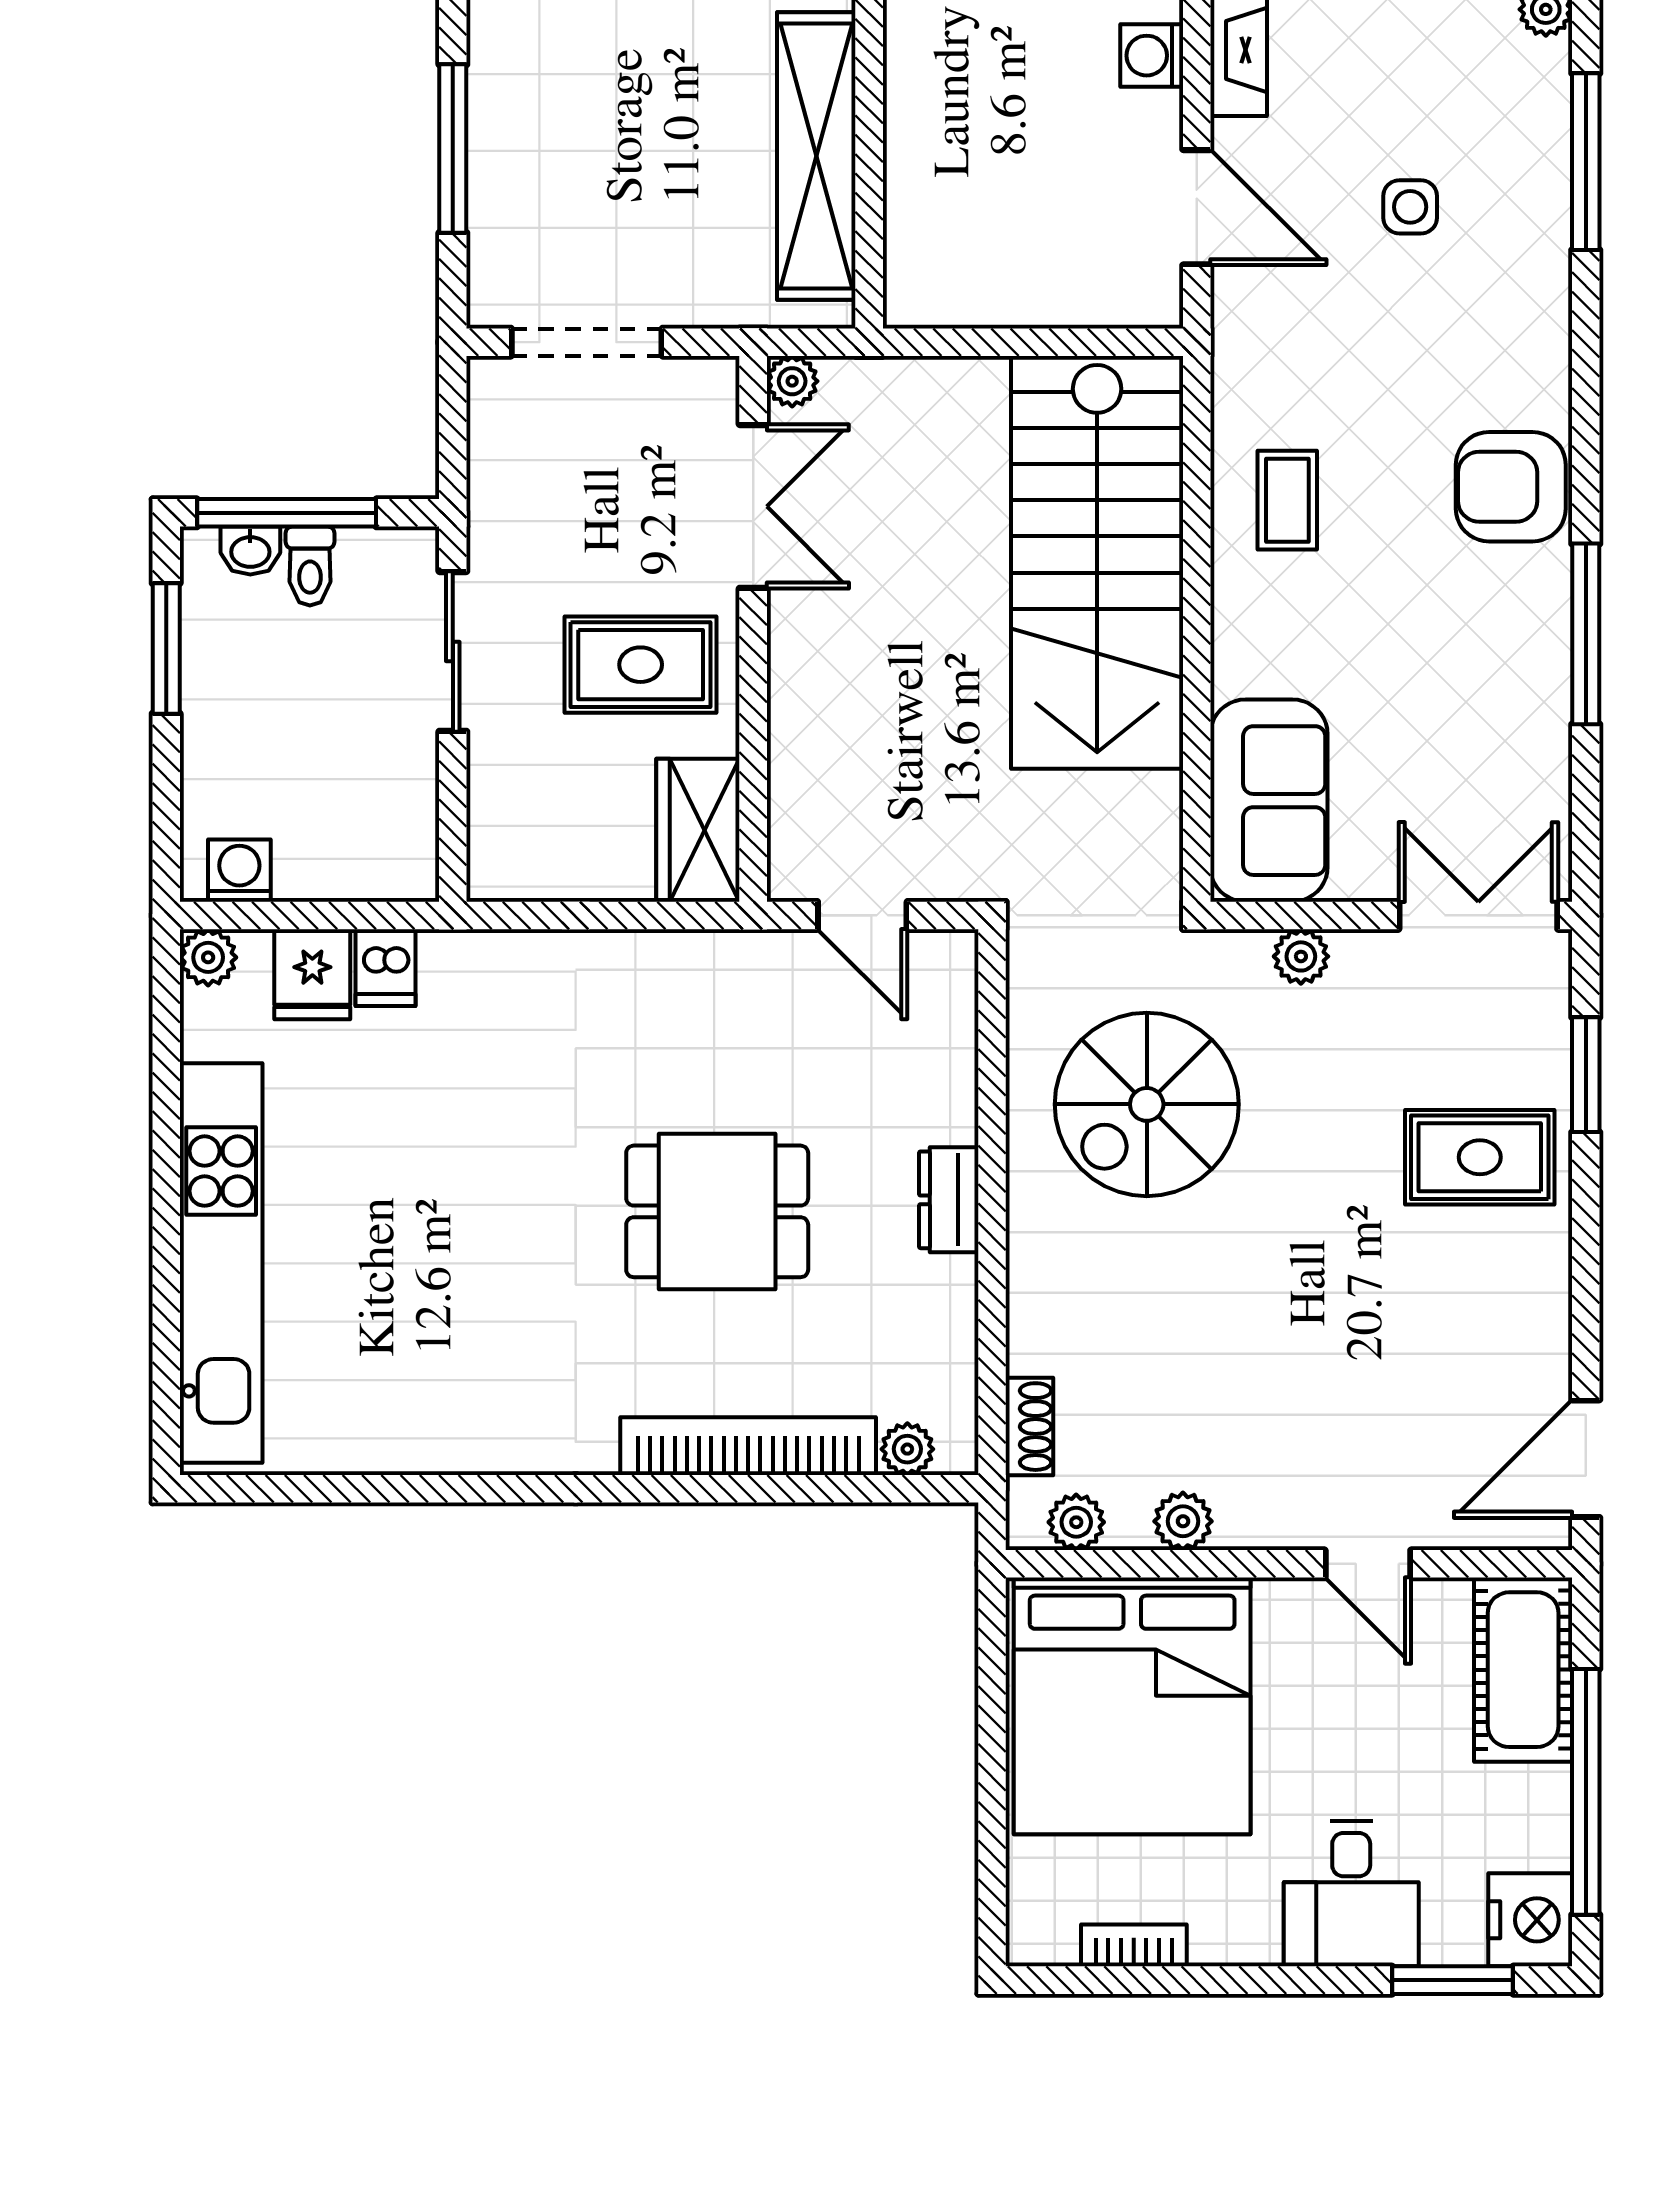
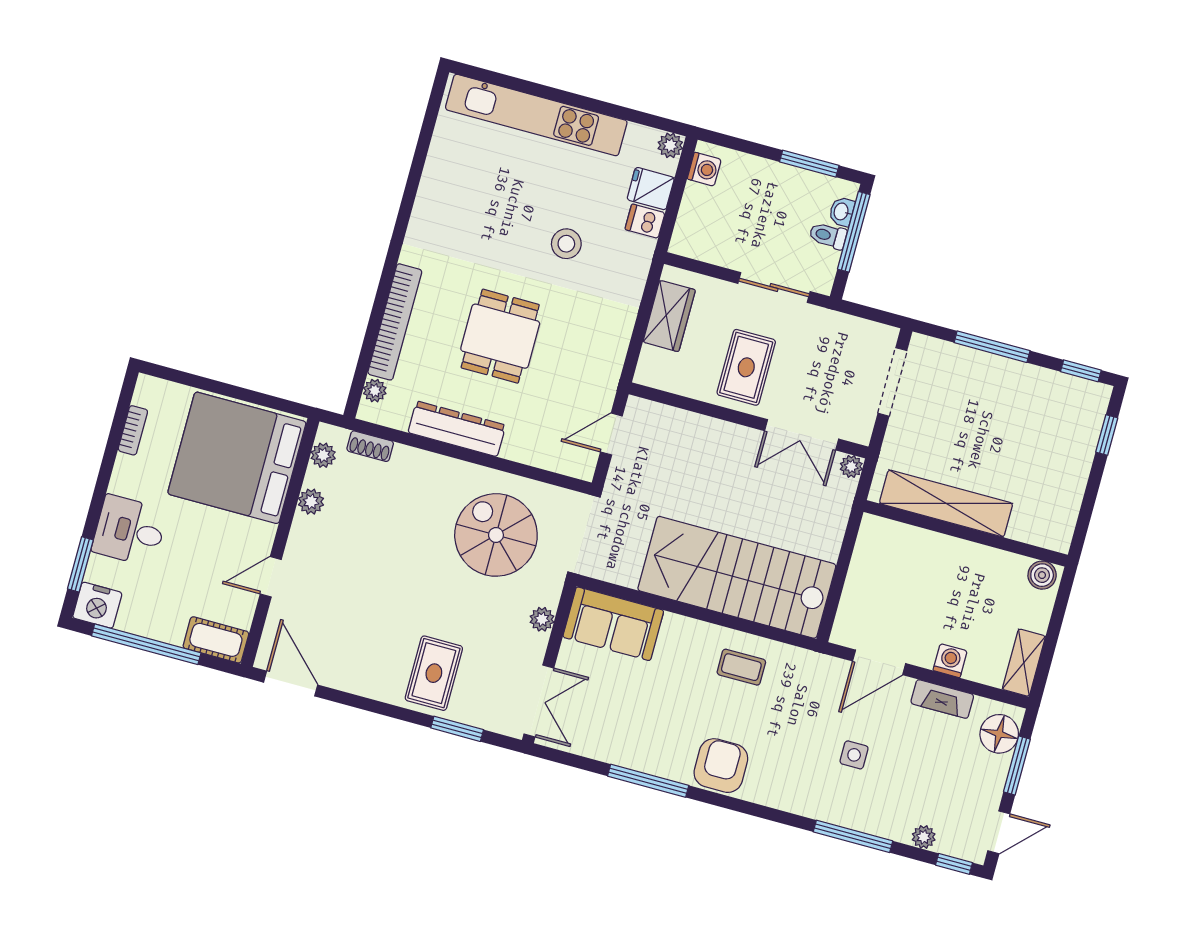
wardrobe: (698, 830) -> (669, 316), moved, turned 90
stool: (480, 1123) -> (566, 244), added
dresser: (949, 1200) -> (457, 429), width x1.96, depth x1.24
cot: (1523, 1670) -> (216, 640), width x0.73, depth x0.75

